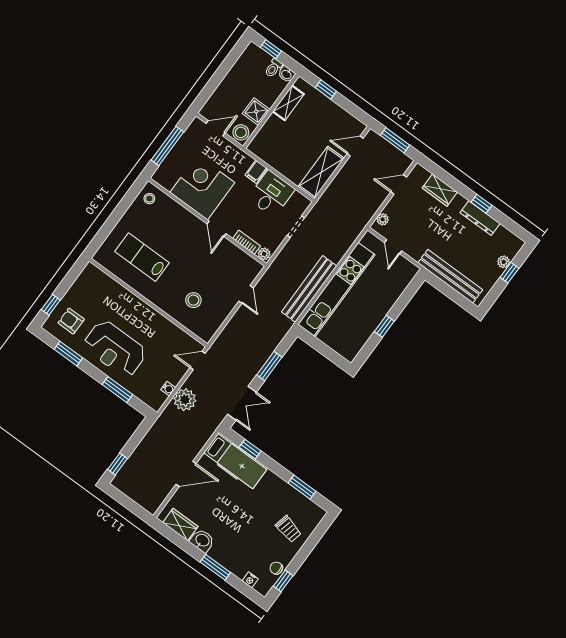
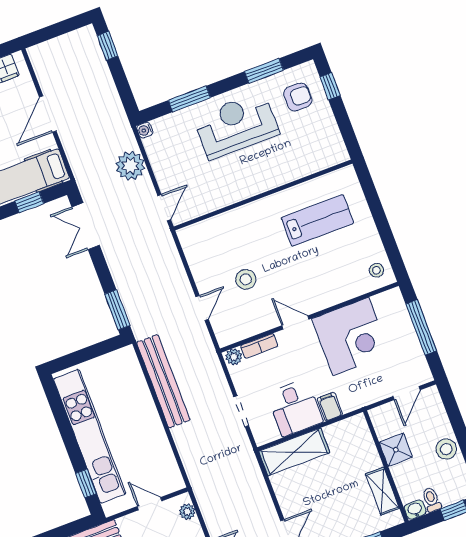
stool: (241, 132) -> (446, 449), moved
shelving: (321, 172) -> (294, 452), moved, turned 90
kitchen unit: (337, 290) -> (90, 436), moved, turned 180
door: (246, 294) -> (202, 308), swing flipped
stool: (193, 300) -> (246, 279), moved
window: (384, 326) -> (86, 483), moved
window: (269, 366) -> (117, 310), moved
water cooler: (168, 389) -> (145, 130), moved

